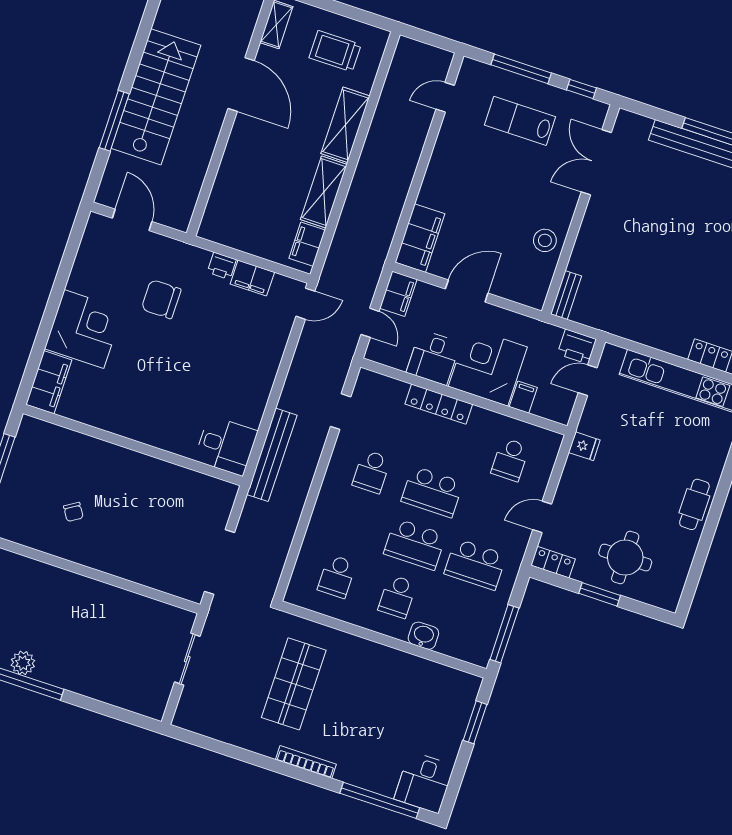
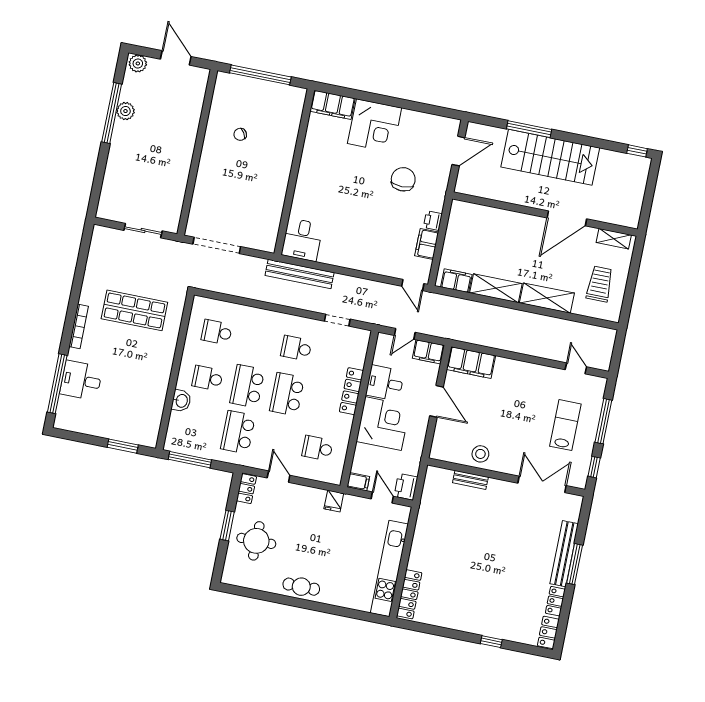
bench: (566, 295) -> (470, 480), moved
filing cabinet: (523, 397) -> (358, 482), moved
desk: (424, 782) -> (81, 380), moved

